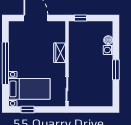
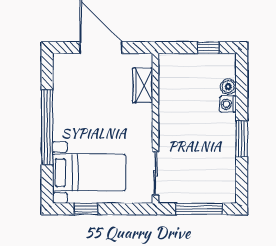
window: (80, 18) -> (208, 48), moved
wardrobe: (60, 53) -> (143, 85), moved
window: (92, 110) -> (199, 209), added

